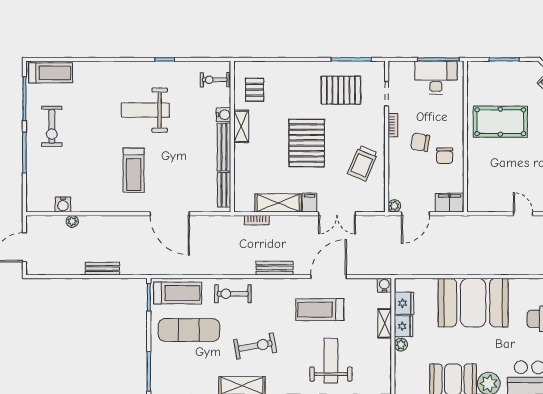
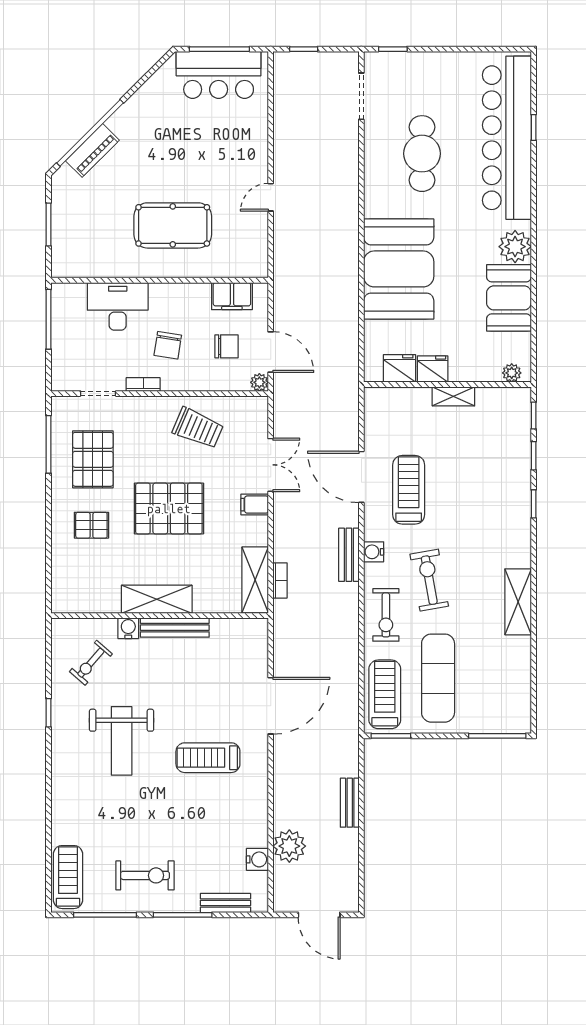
desk: (436, 77) -> (118, 306), moved, turned 90
exercise bike: (215, 80) -> (91, 663), moved, turned 41
pallet: (255, 90) -> (91, 525), moved
pool table: (500, 122) -> (173, 225), moved, turned 90
shelving: (241, 126) -> (157, 599), width x1.50, depth x1.33
chair: (445, 156) -> (227, 346), moved
treadmill: (134, 170) -> (208, 758), turned 180
bench: (224, 190) -> (225, 903), moved
shelving: (278, 203) -> (255, 580), moved
filing cabinet: (450, 203) -> (232, 296), moved, turned -90
plant: (72, 221) -> (289, 846), width x1.88, depth x1.88
water cooler: (384, 285) -> (374, 552), moved
treadmill: (320, 310) -> (409, 490), turned 180
shelving: (385, 323) -> (453, 396), moved
plant: (401, 345) -> (512, 373), moved
exercise bike: (255, 346) -> (429, 580), moved
weight bench: (331, 361) -> (482, 474), removed

